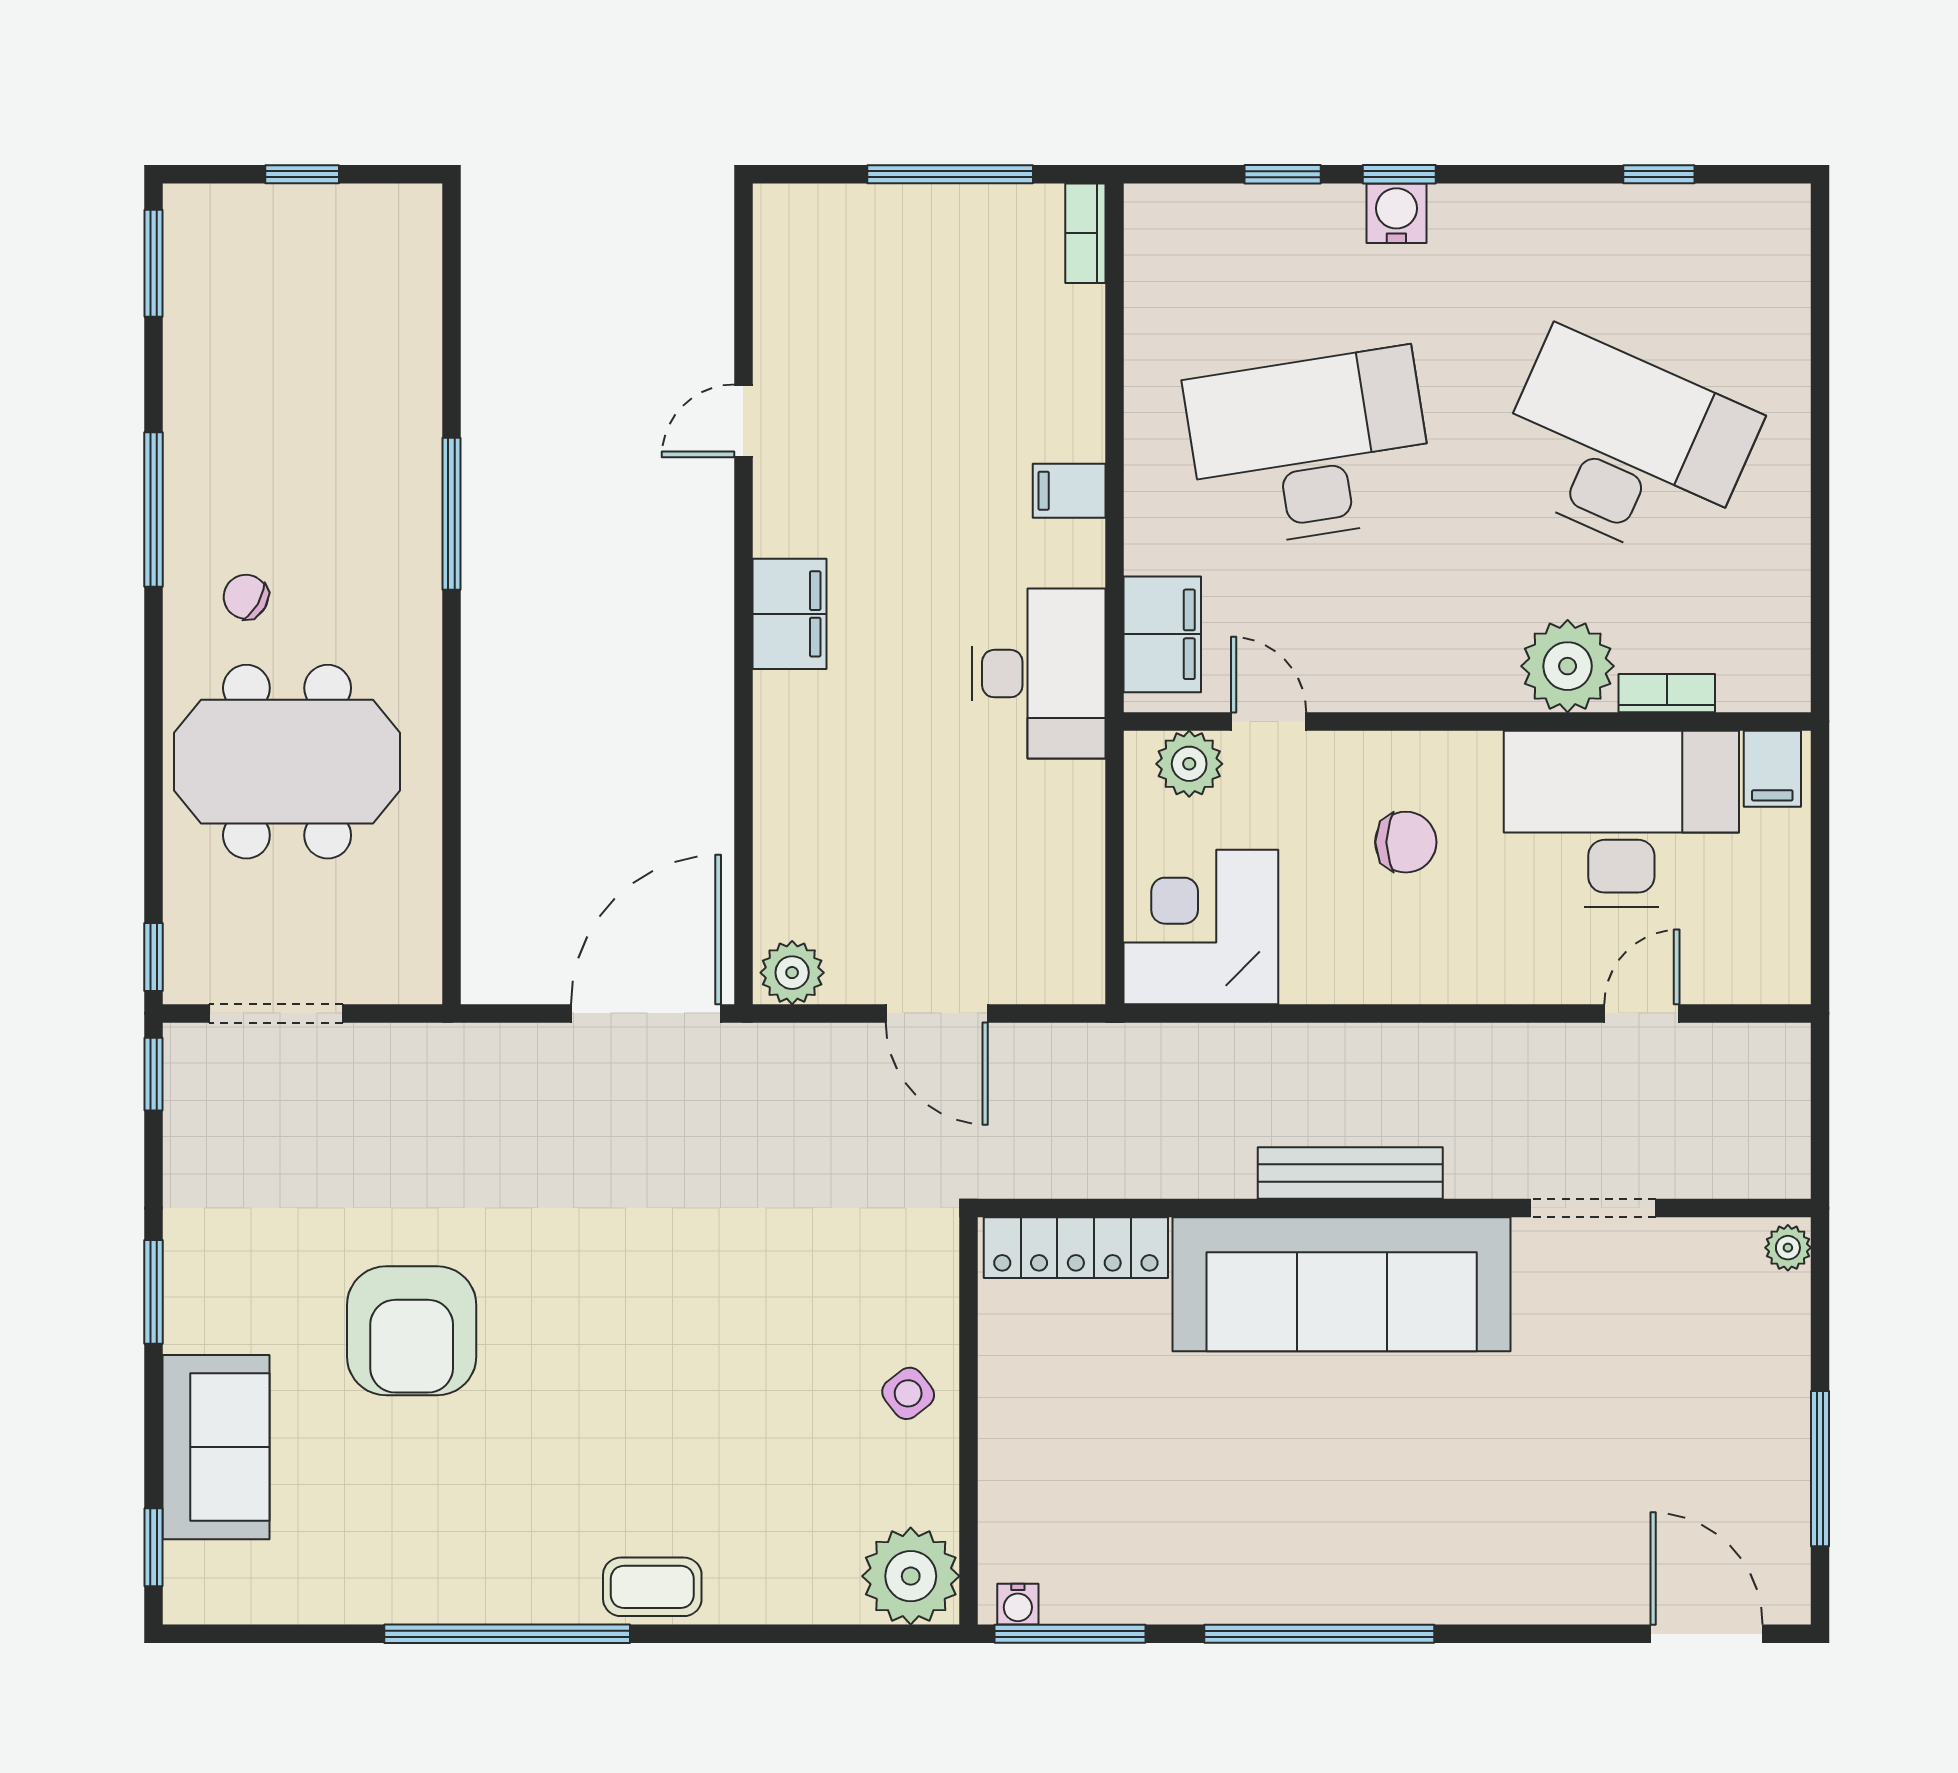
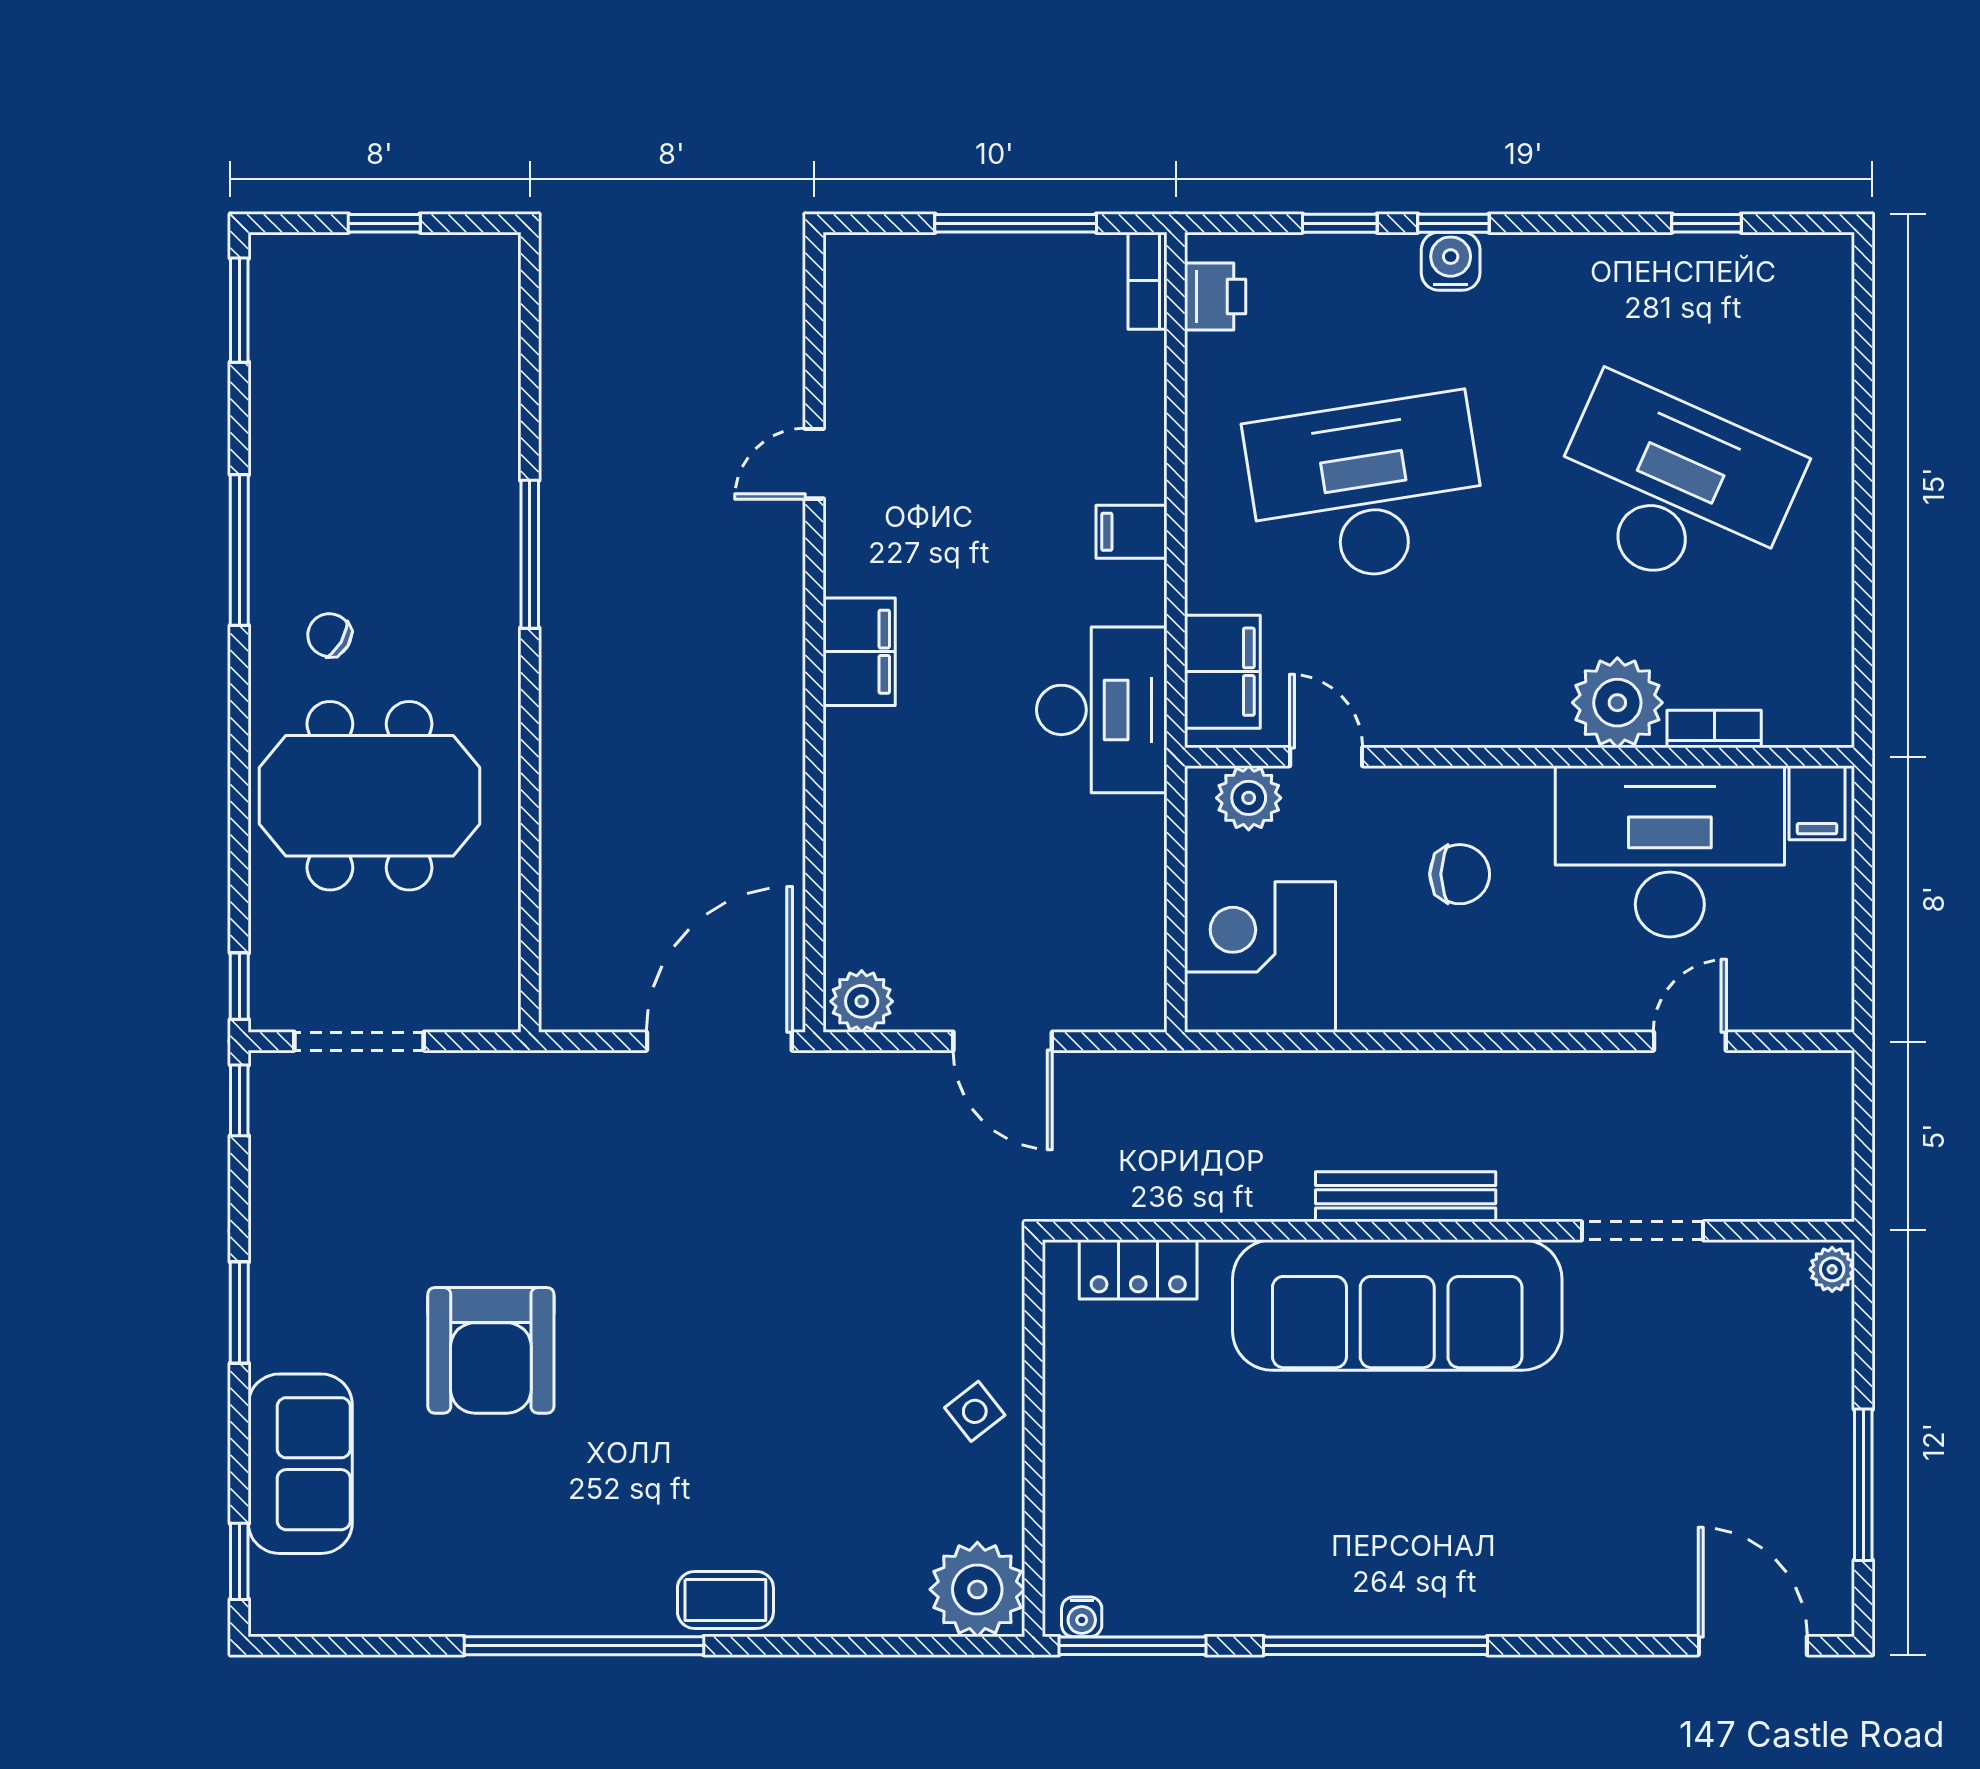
printer: (1155, 249) -> (1215, 296), added
locker: (1076, 1248) -> (1138, 1269), width x0.66

